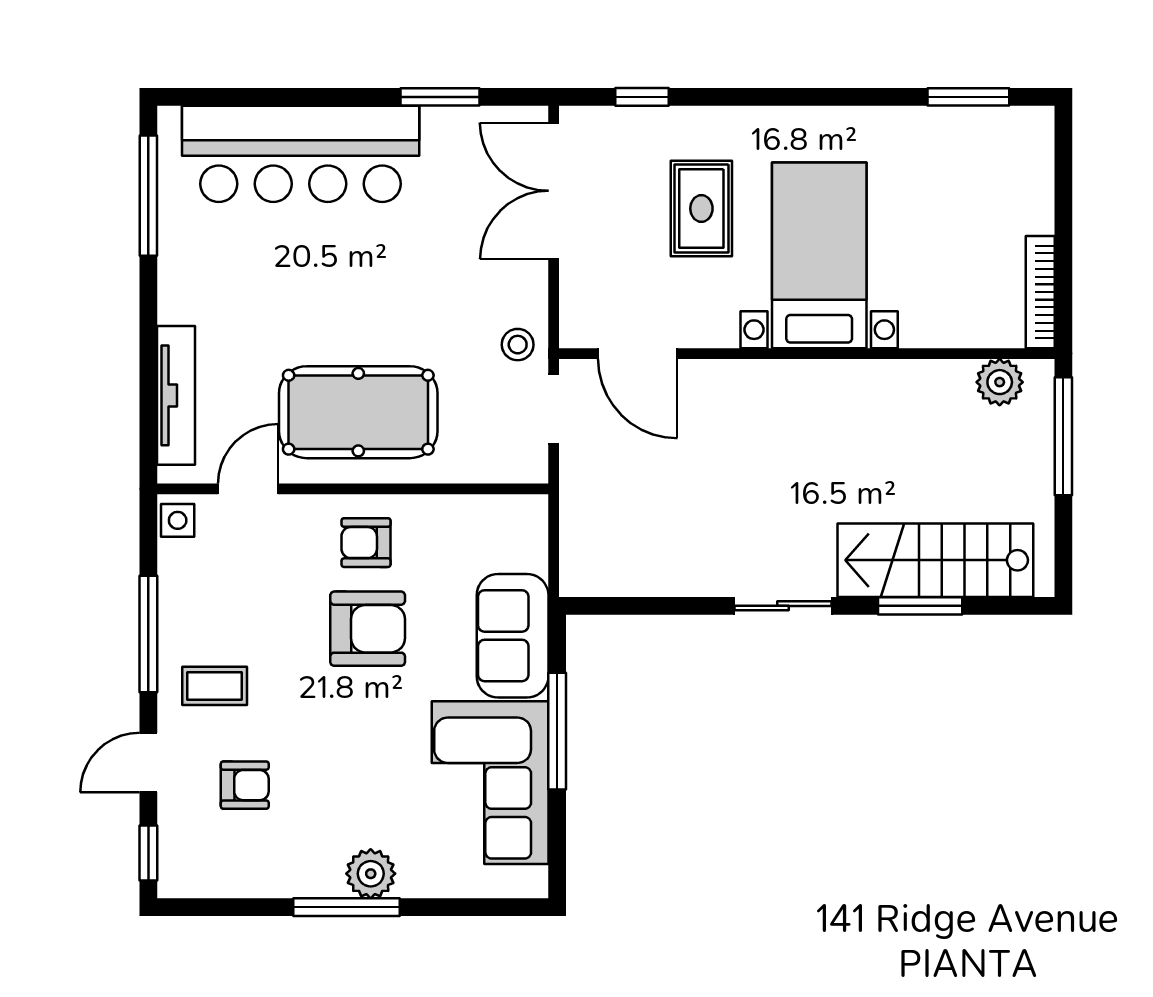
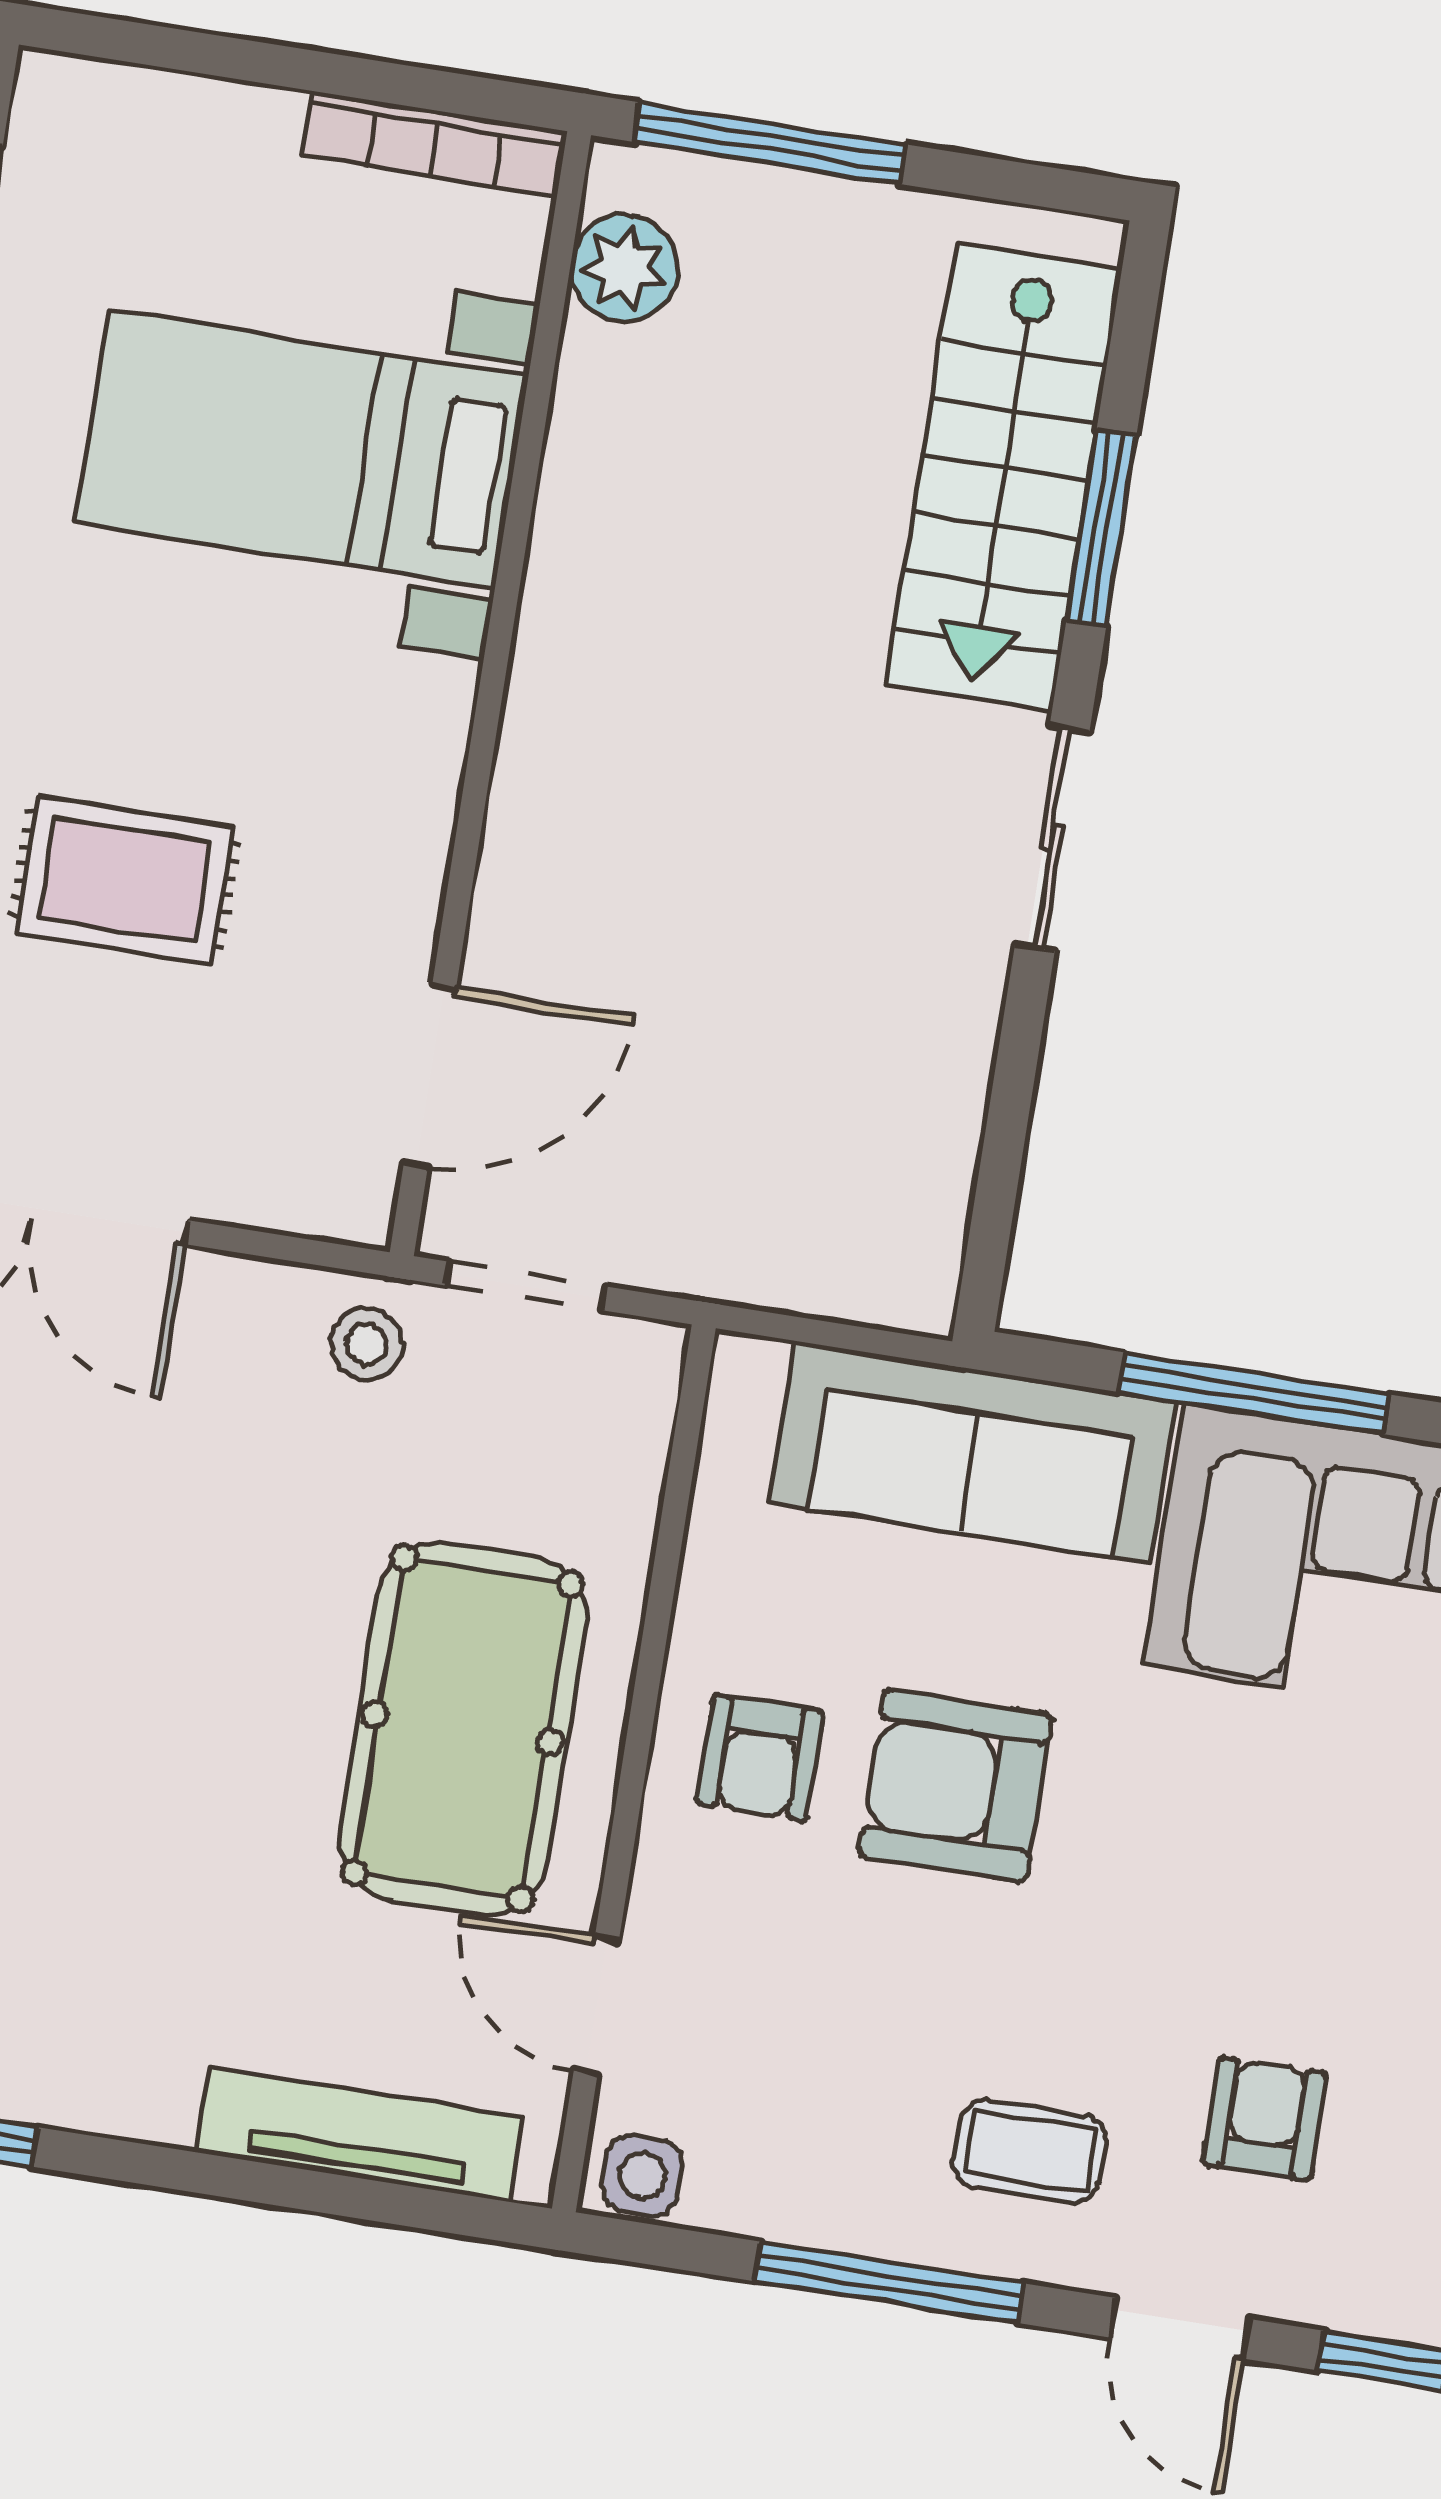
bed with nightstands: (819, 255) -> (302, 449), moved
armchair: (368, 629) -> (955, 1785), turned -90
sofa: (513, 636) -> (973, 1452), width x1.36
coffee table: (215, 686) -> (1030, 2151), turned 90

